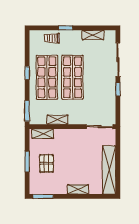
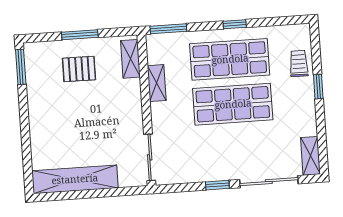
shelving: (93, 35) -> (310, 156), moved
shelving: (78, 189) -> (37, 127), removed

